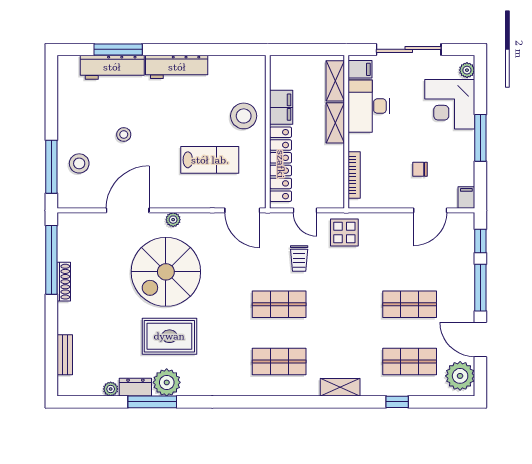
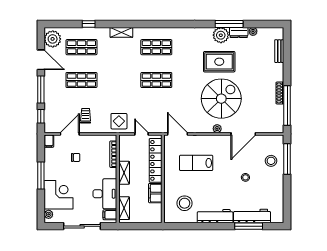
stool: (244, 116) -> (185, 203), moved
shelving: (335, 123) -> (124, 173), moved
trolley: (299, 259) -> (86, 116), moved

